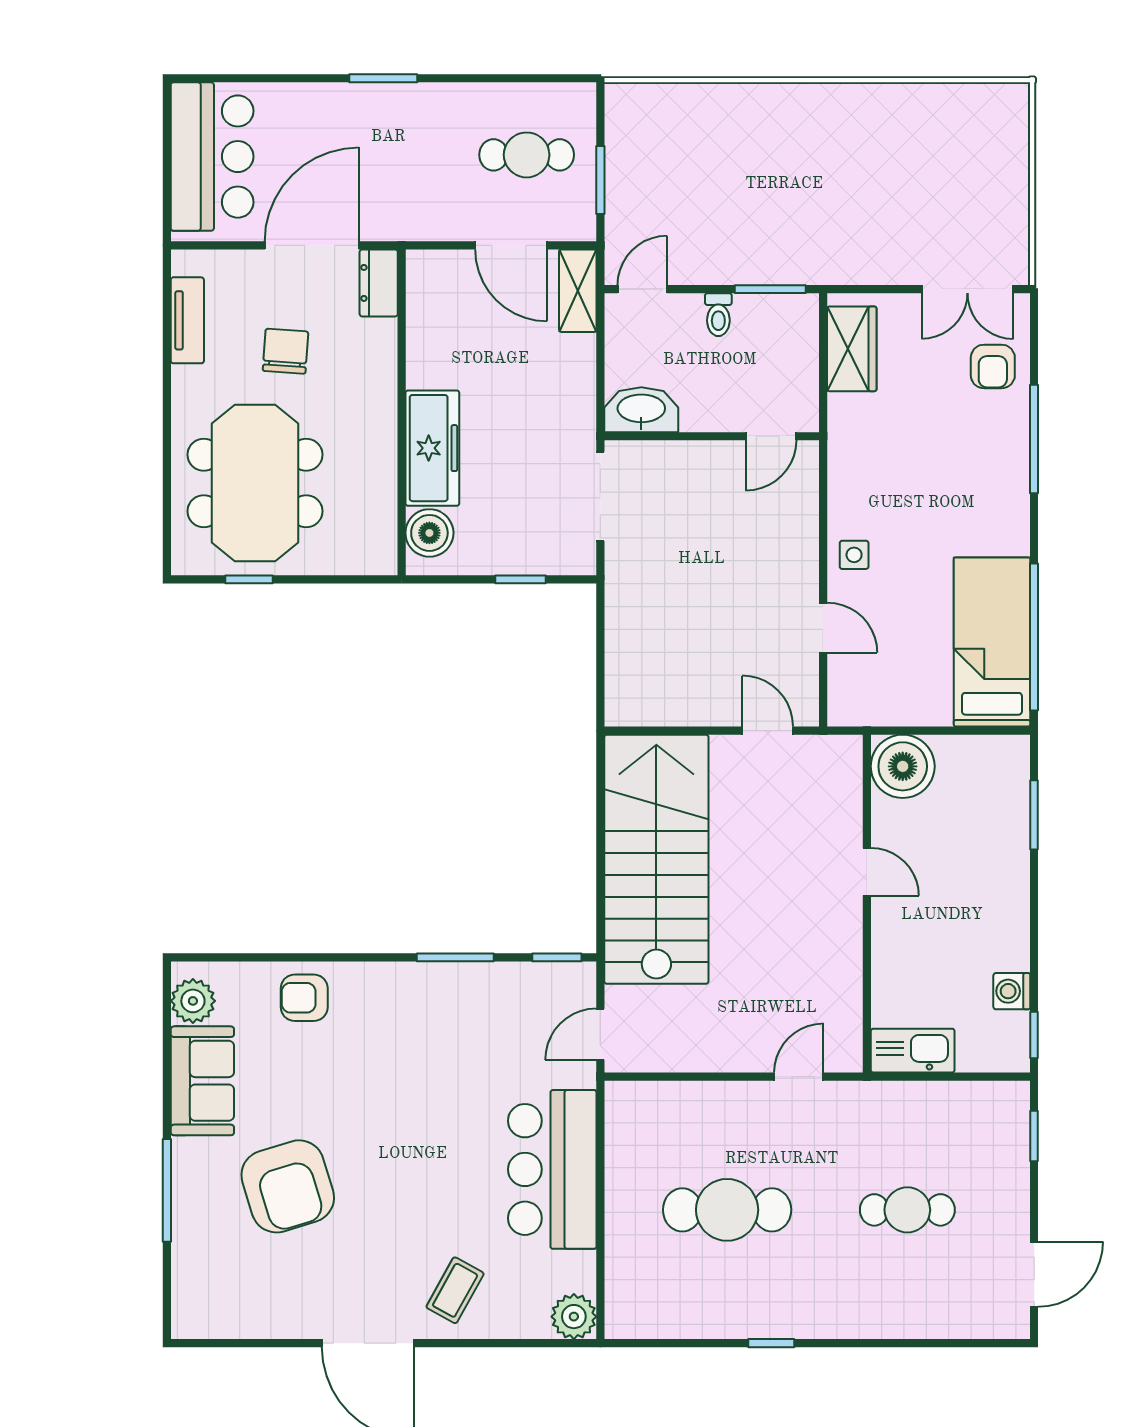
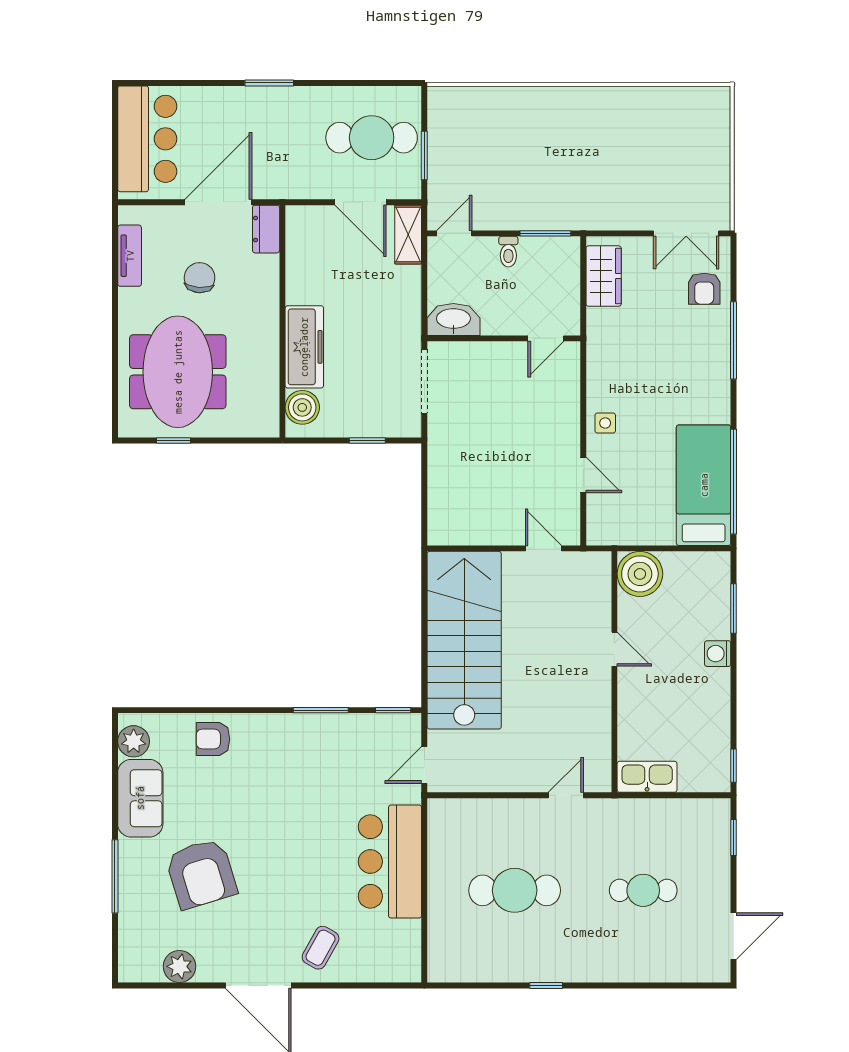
cafe table: (527, 155) -> (372, 138), width x1.37, depth x1.35
washing machine: (1012, 991) -> (718, 654), moved
plant: (574, 1317) -> (179, 966), moved

